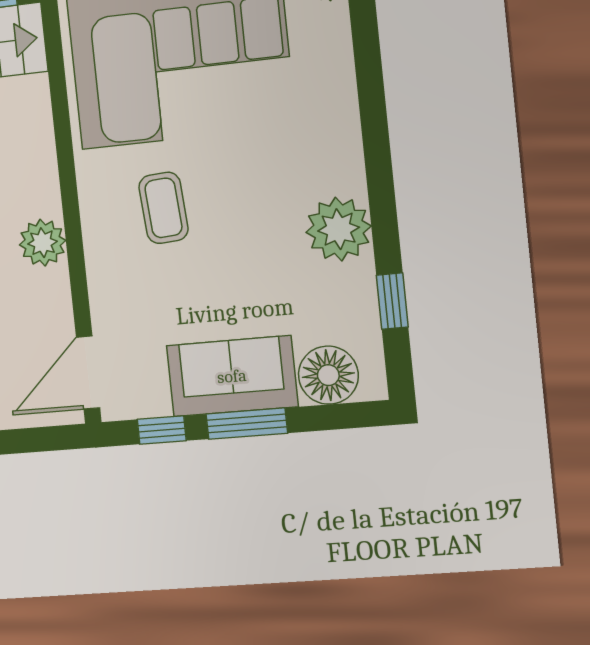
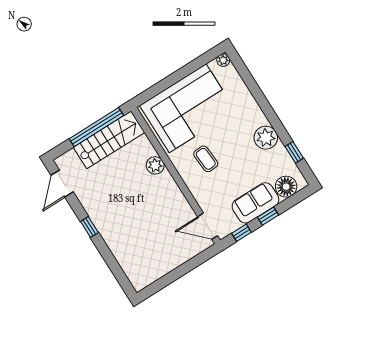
plant: (43, 243) -> (155, 165), moved
door: (88, 373) -> (208, 226), hinge flipped
window: (247, 424) -> (268, 216), width x0.67

